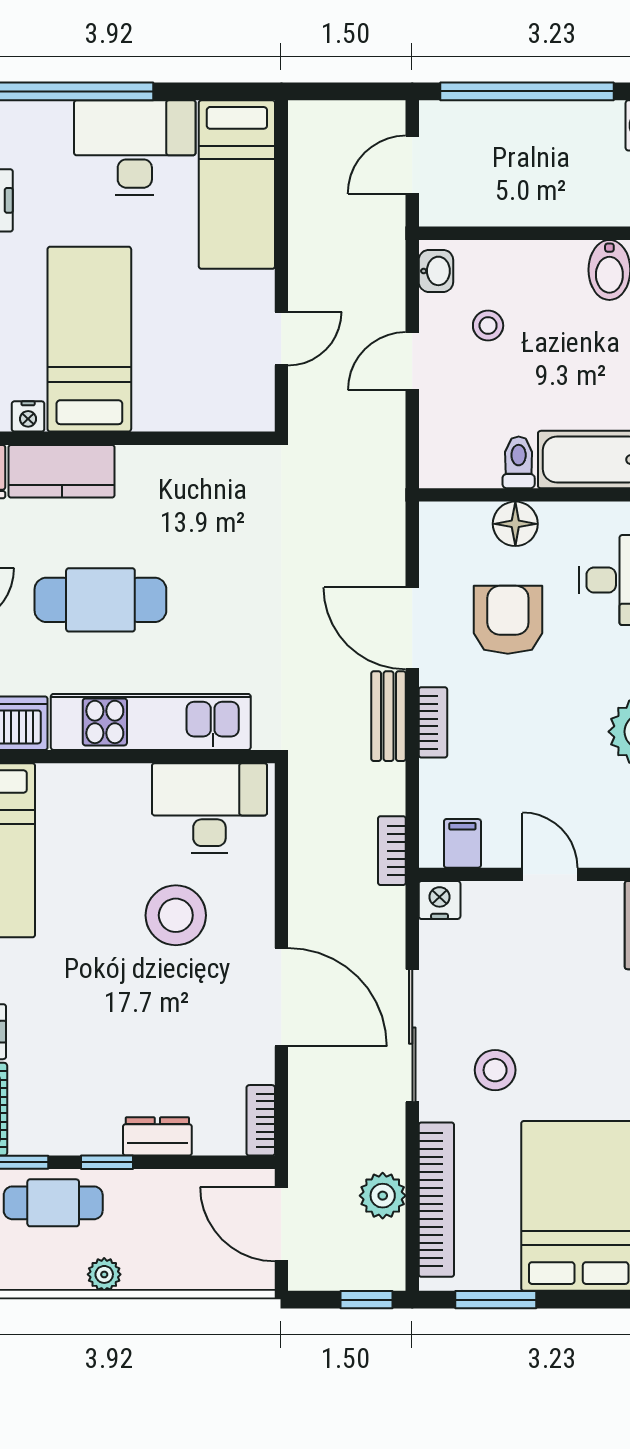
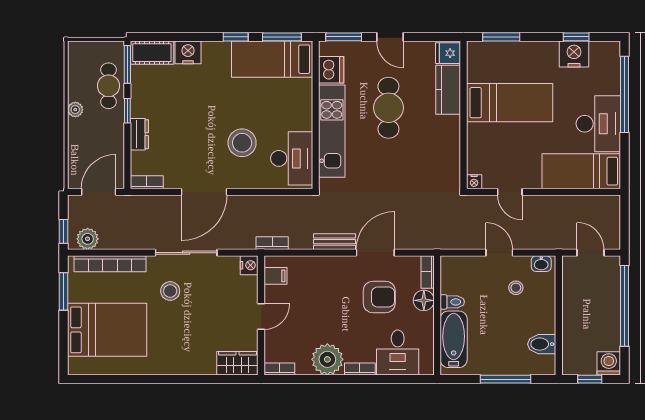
nightstand: (28, 416) -> (474, 182), moved, turned -90
bookcase: (433, 722) -> (428, 272), moved, turned 90
plant: (383, 1196) -> (88, 239), moved

